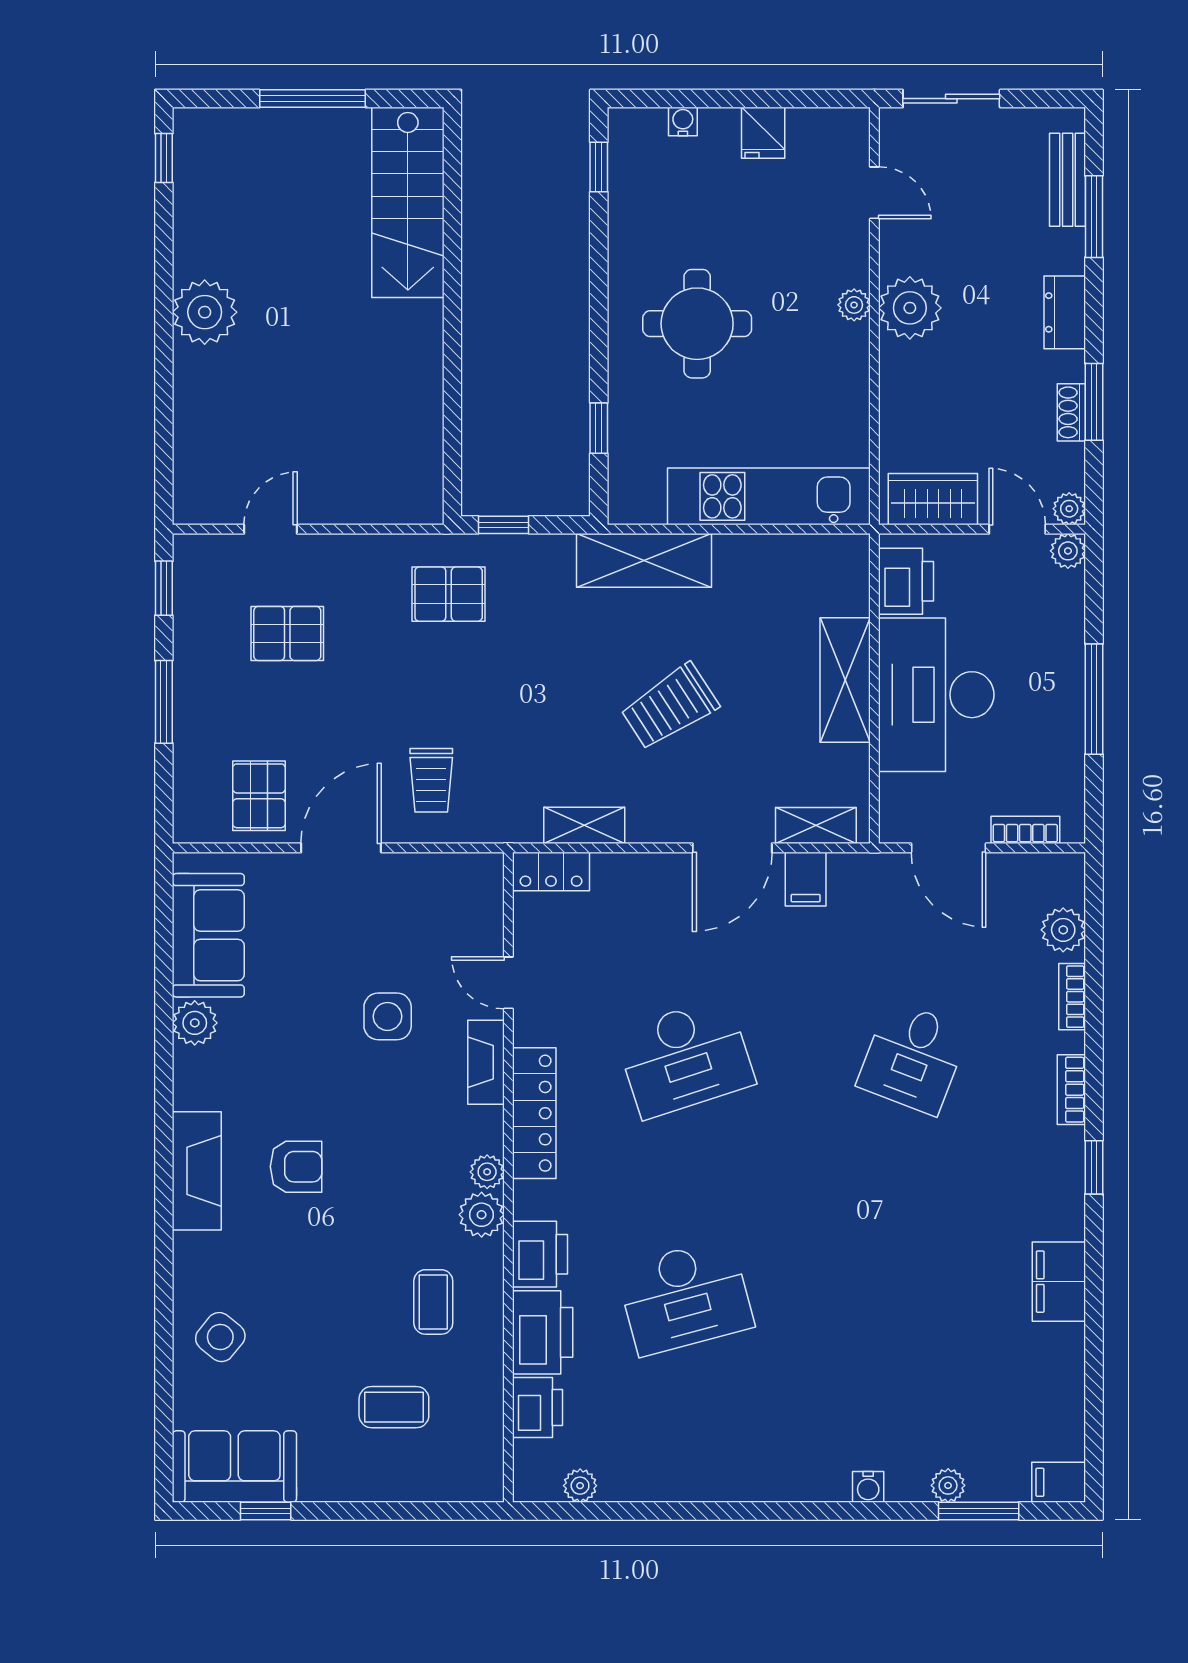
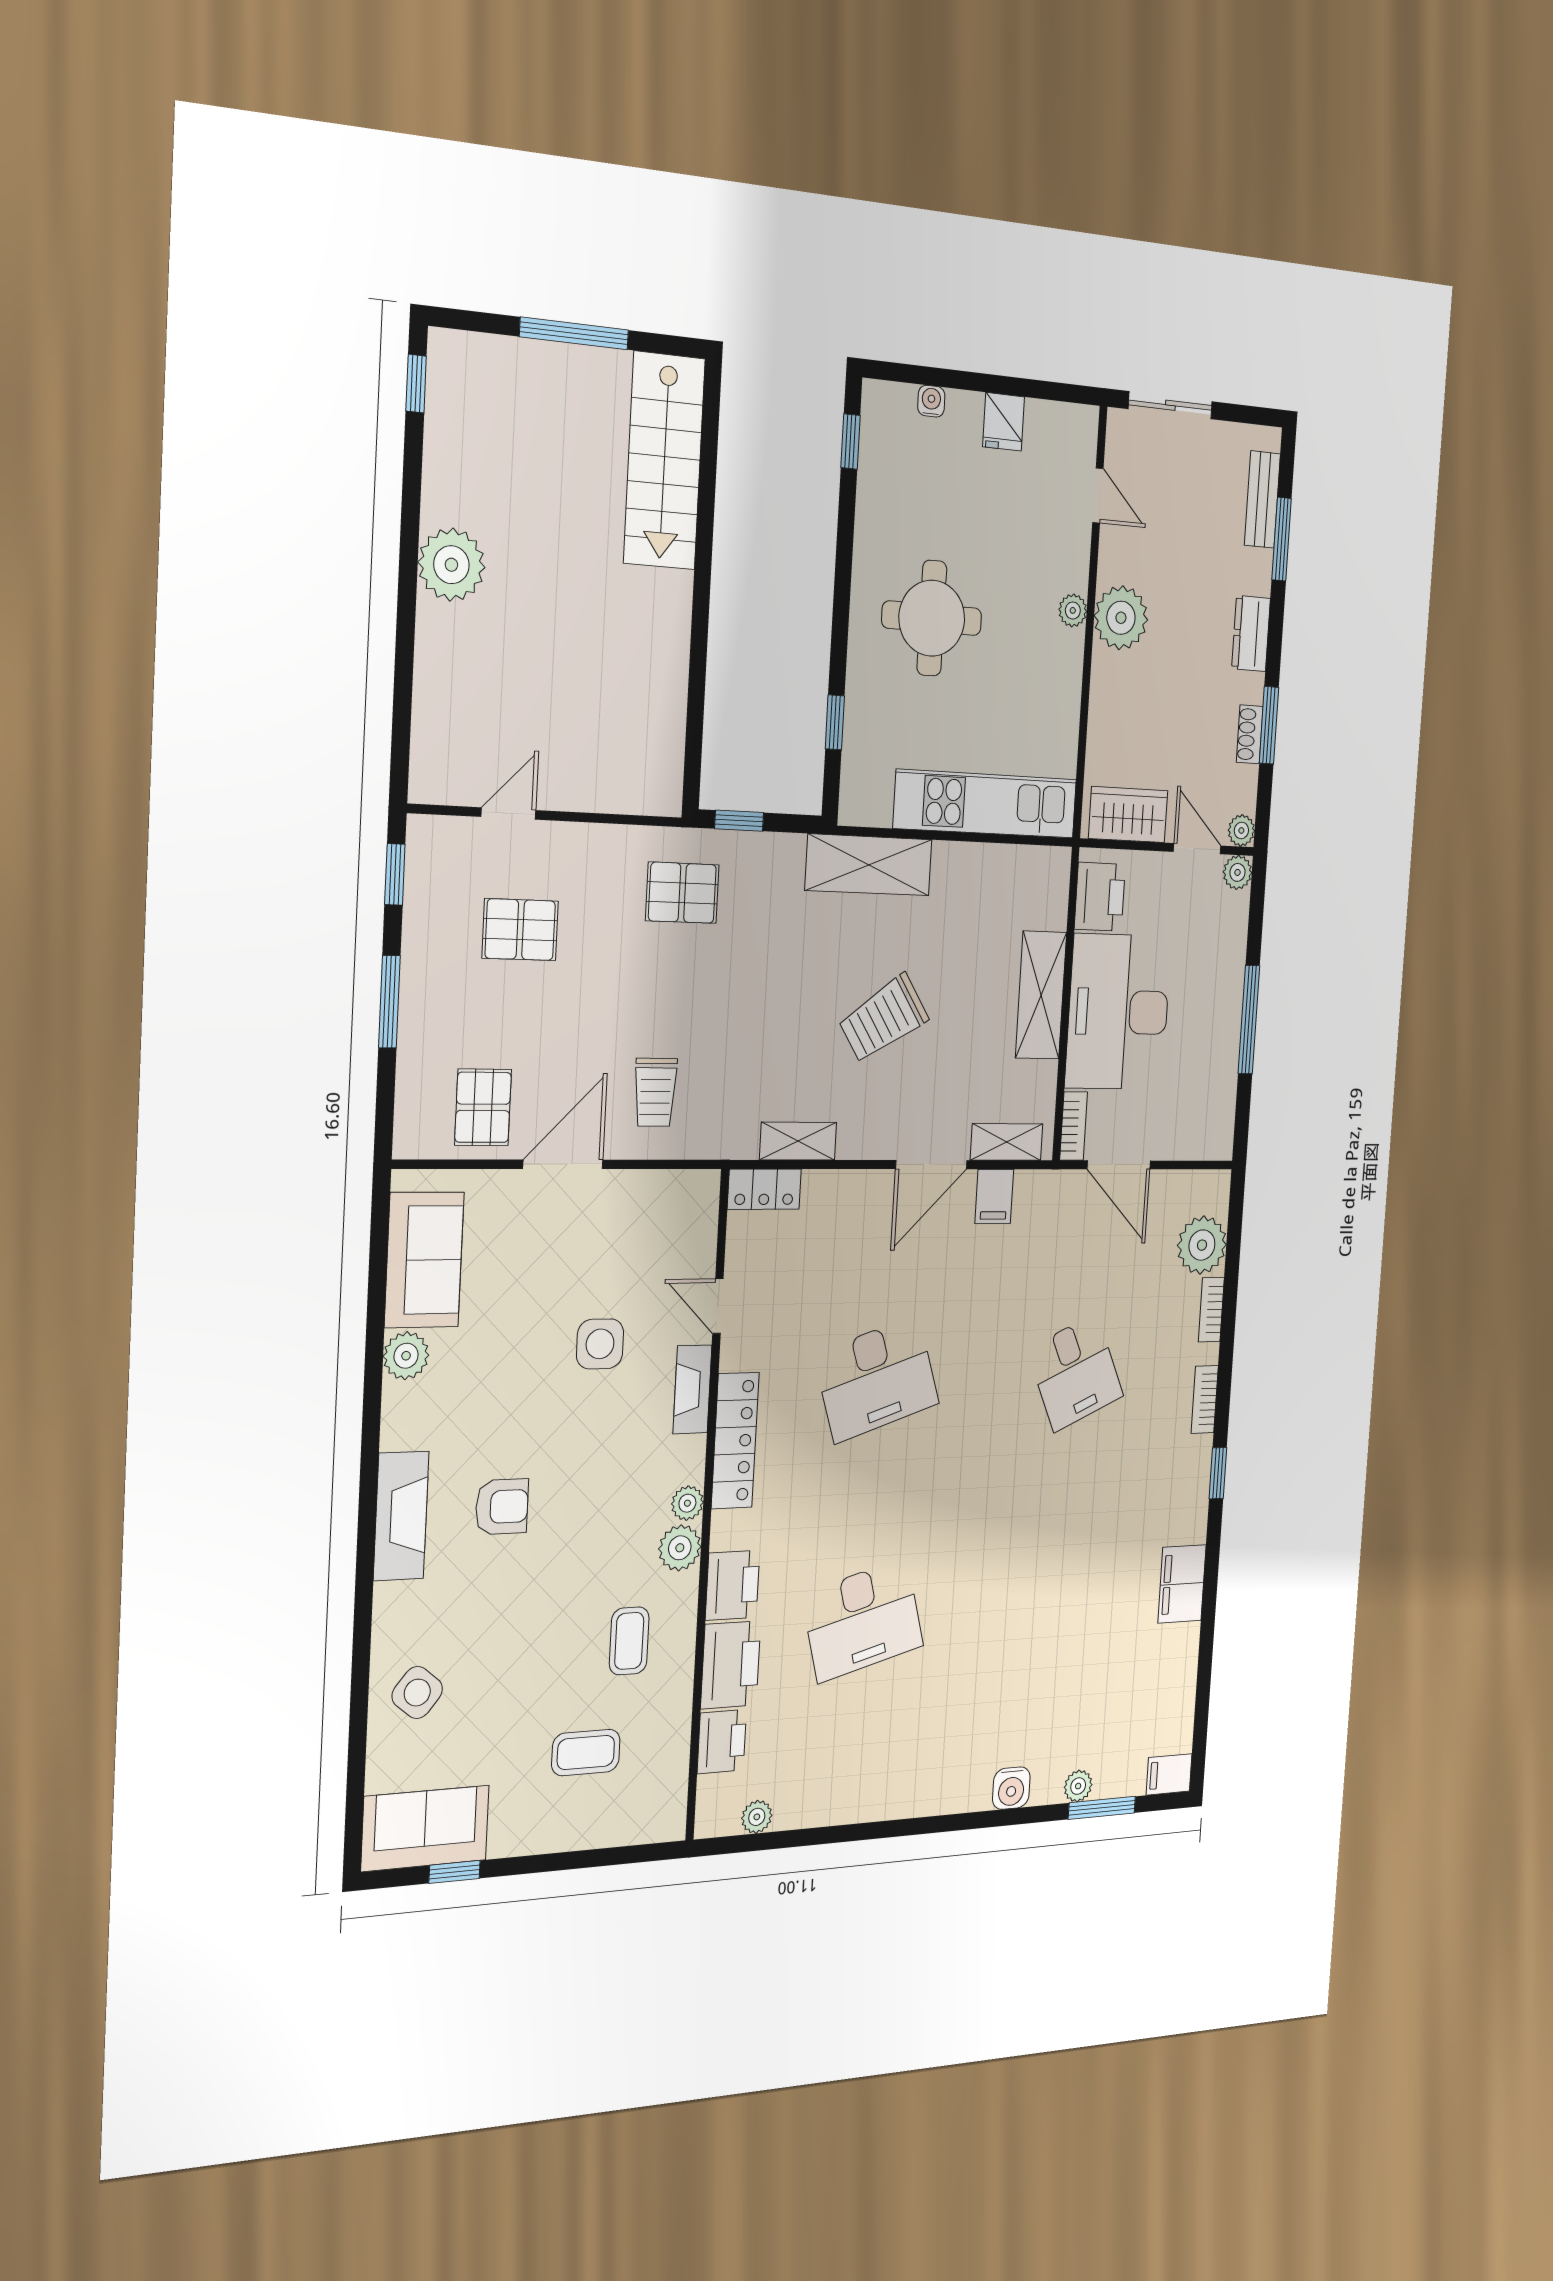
bookcase: (1025, 830) -> (1074, 1126), moved, turned 90
plant: (1063, 930) -> (1202, 1245), width x1.36, depth x1.36
desk: (913, 1058) -> (1075, 1373), turned -45
water cooler: (868, 1487) -> (1011, 1788), width x1.38, depth x1.38

